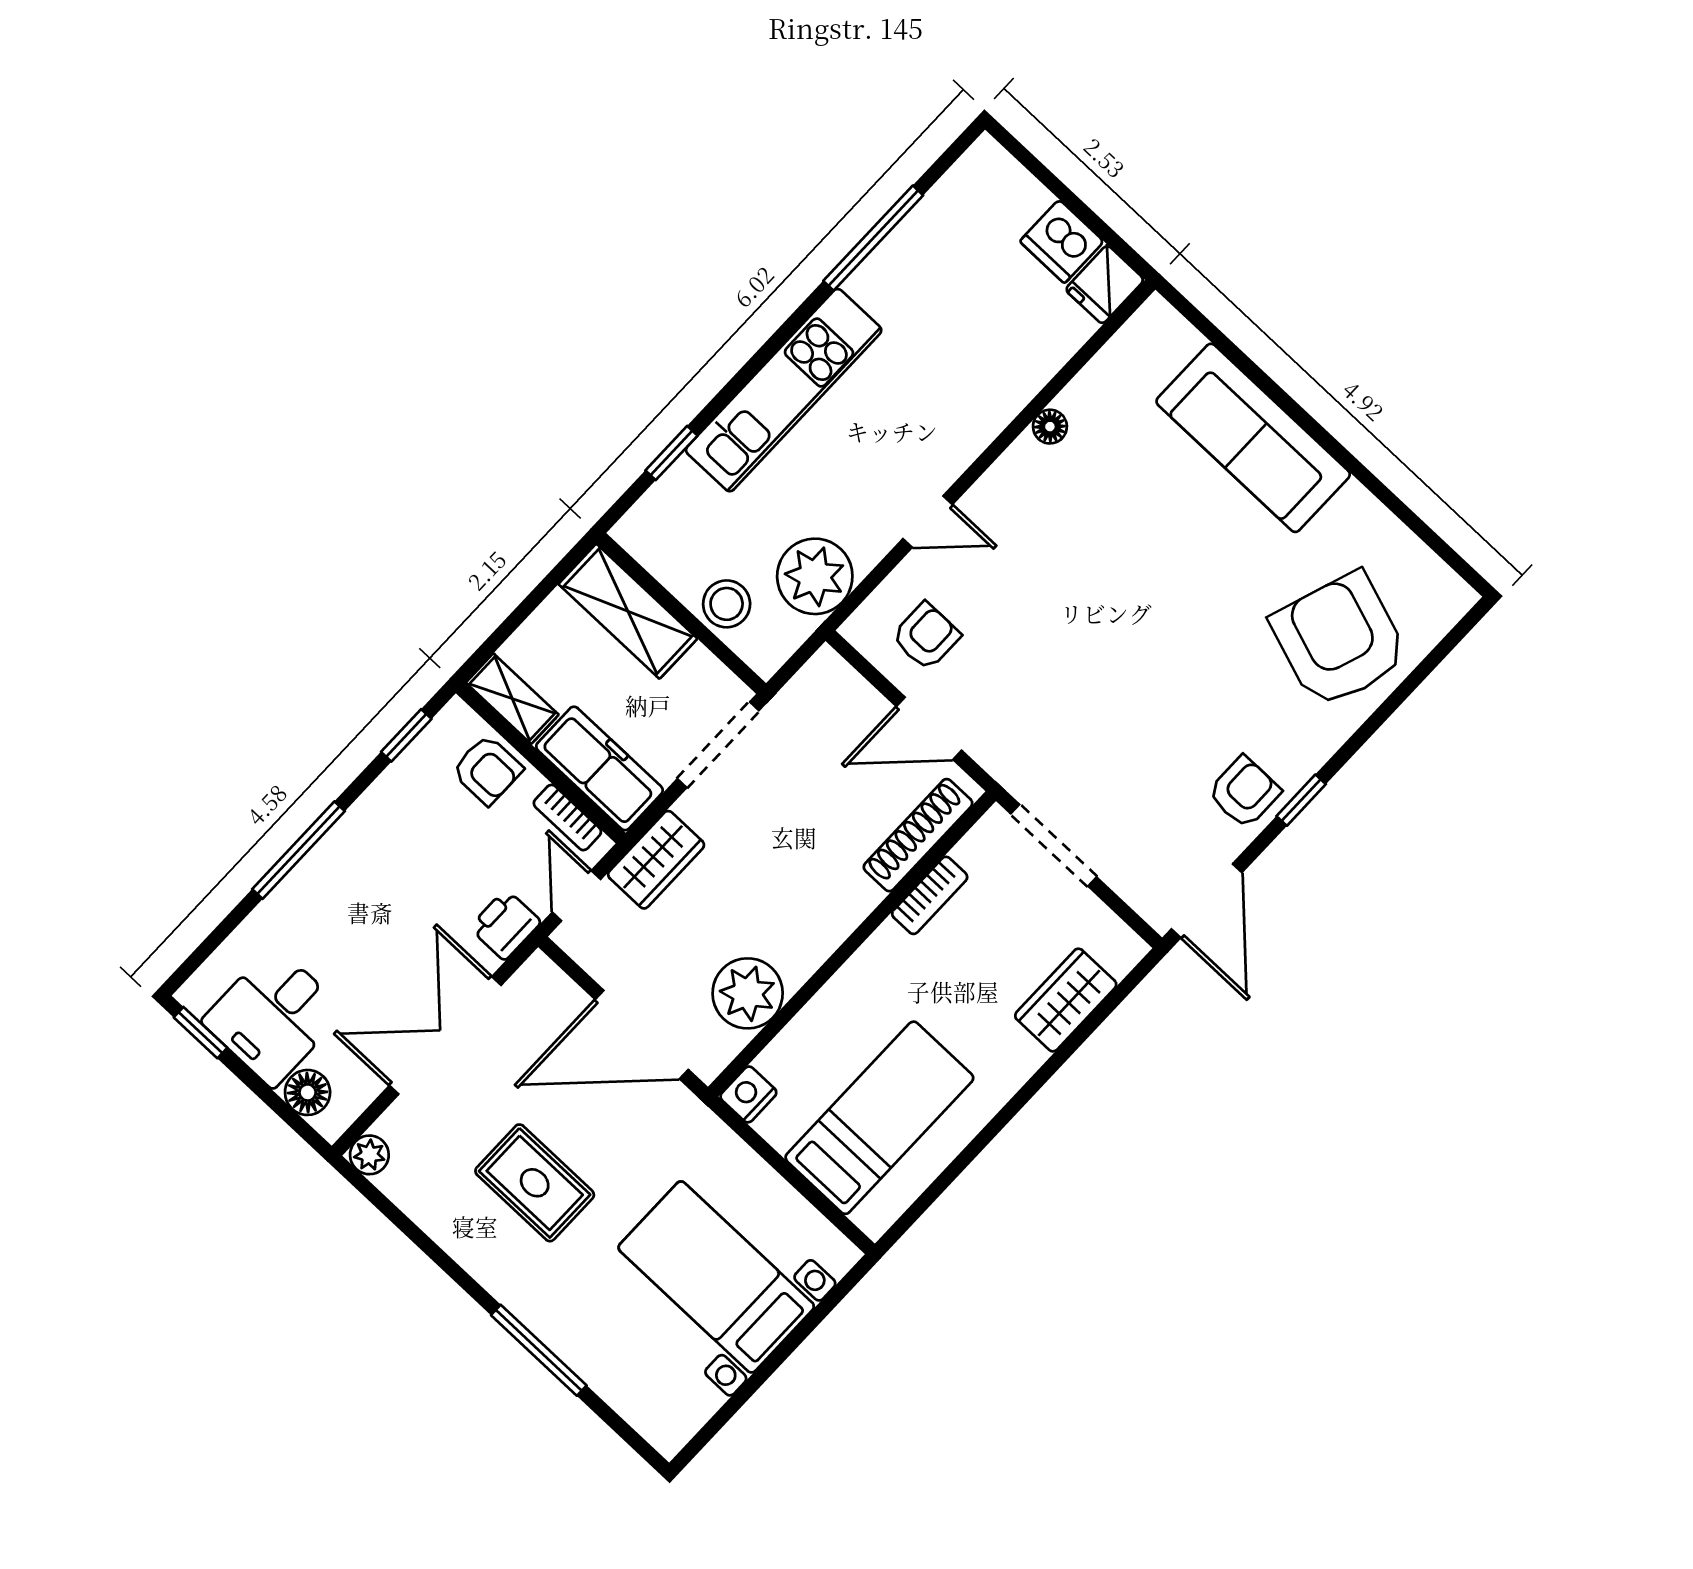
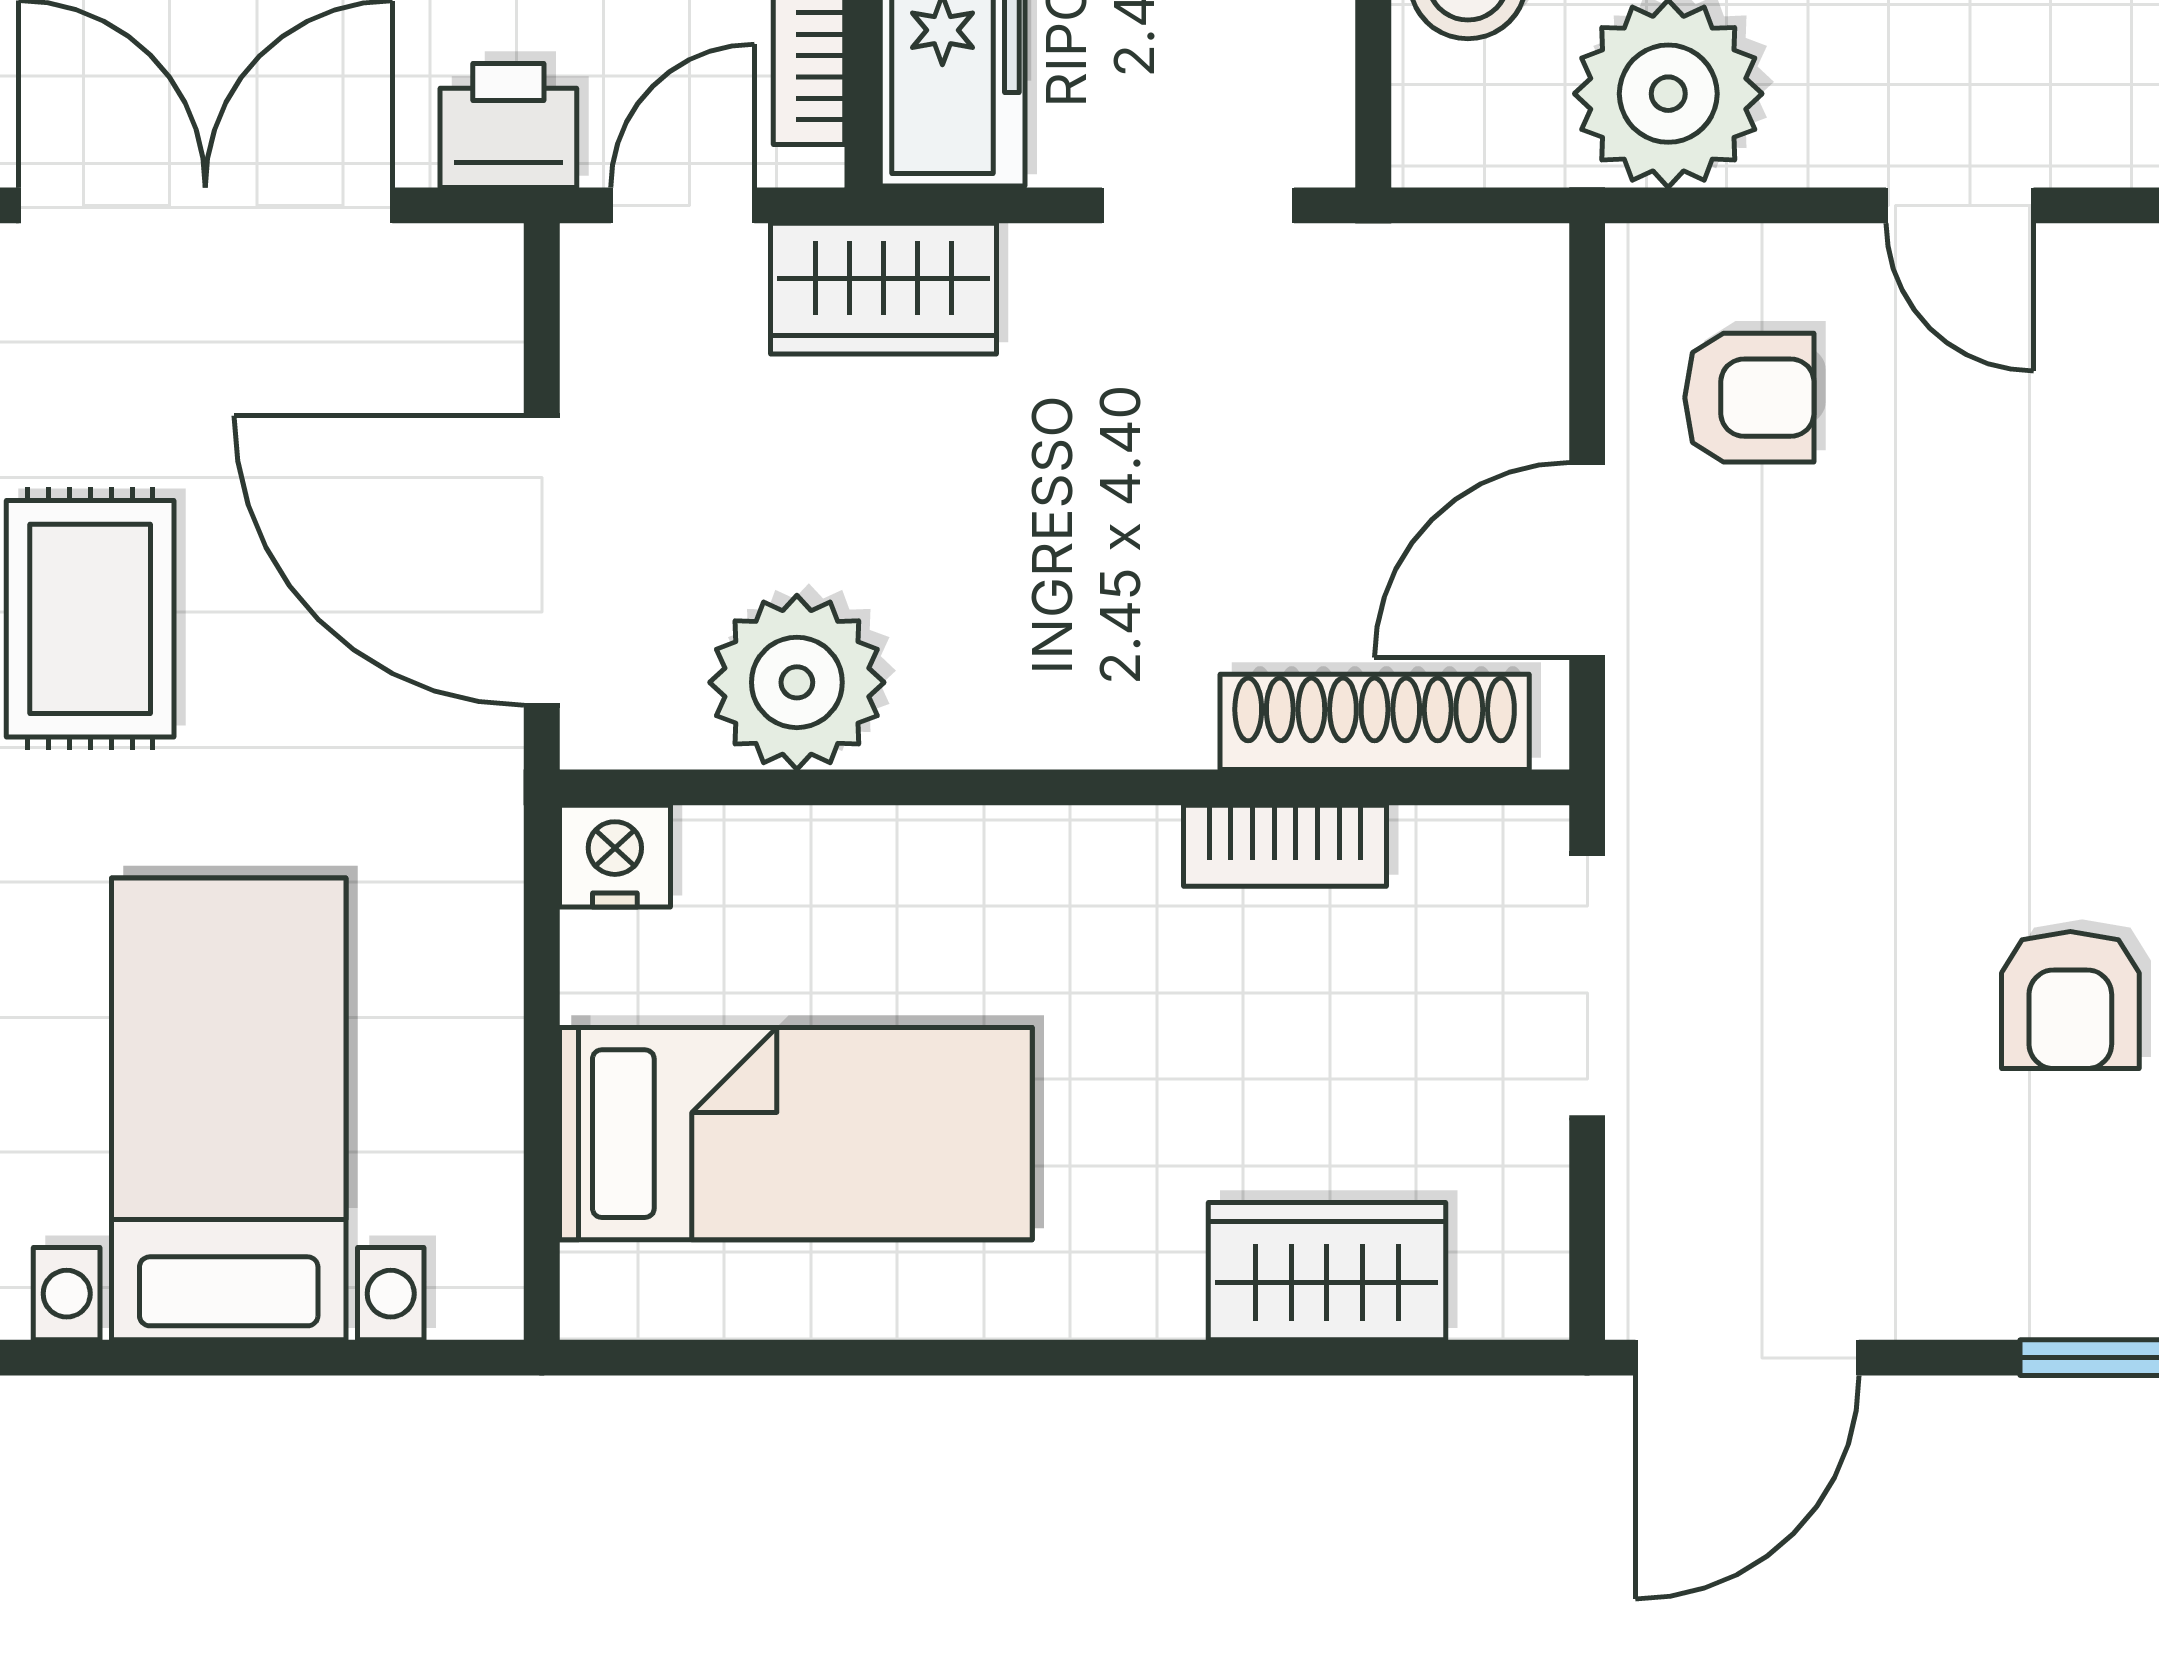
door: (929, 728) -> (1587, 560), hinge flipped
doorway: (718, 745) -> (1198, 205), width x0.73
armchair: (1244, 792) -> (2070, 1000), moved, turned 90

